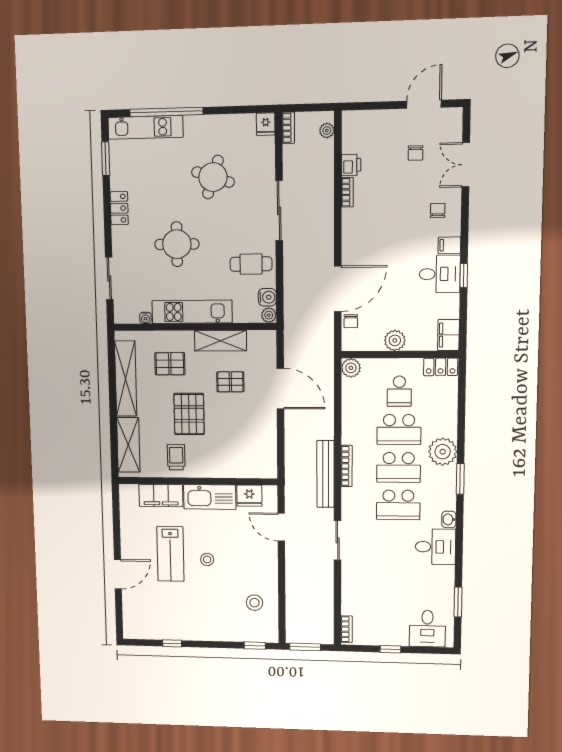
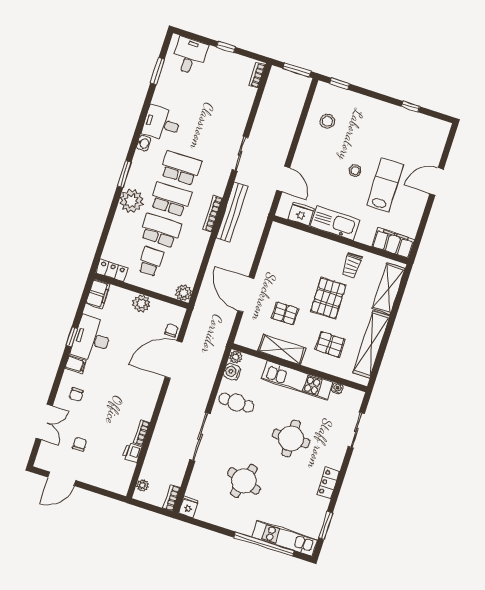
desk: (440, 274) -> (92, 339), width x1.37
filing cabinet: (161, 495) -> (393, 243), moved

